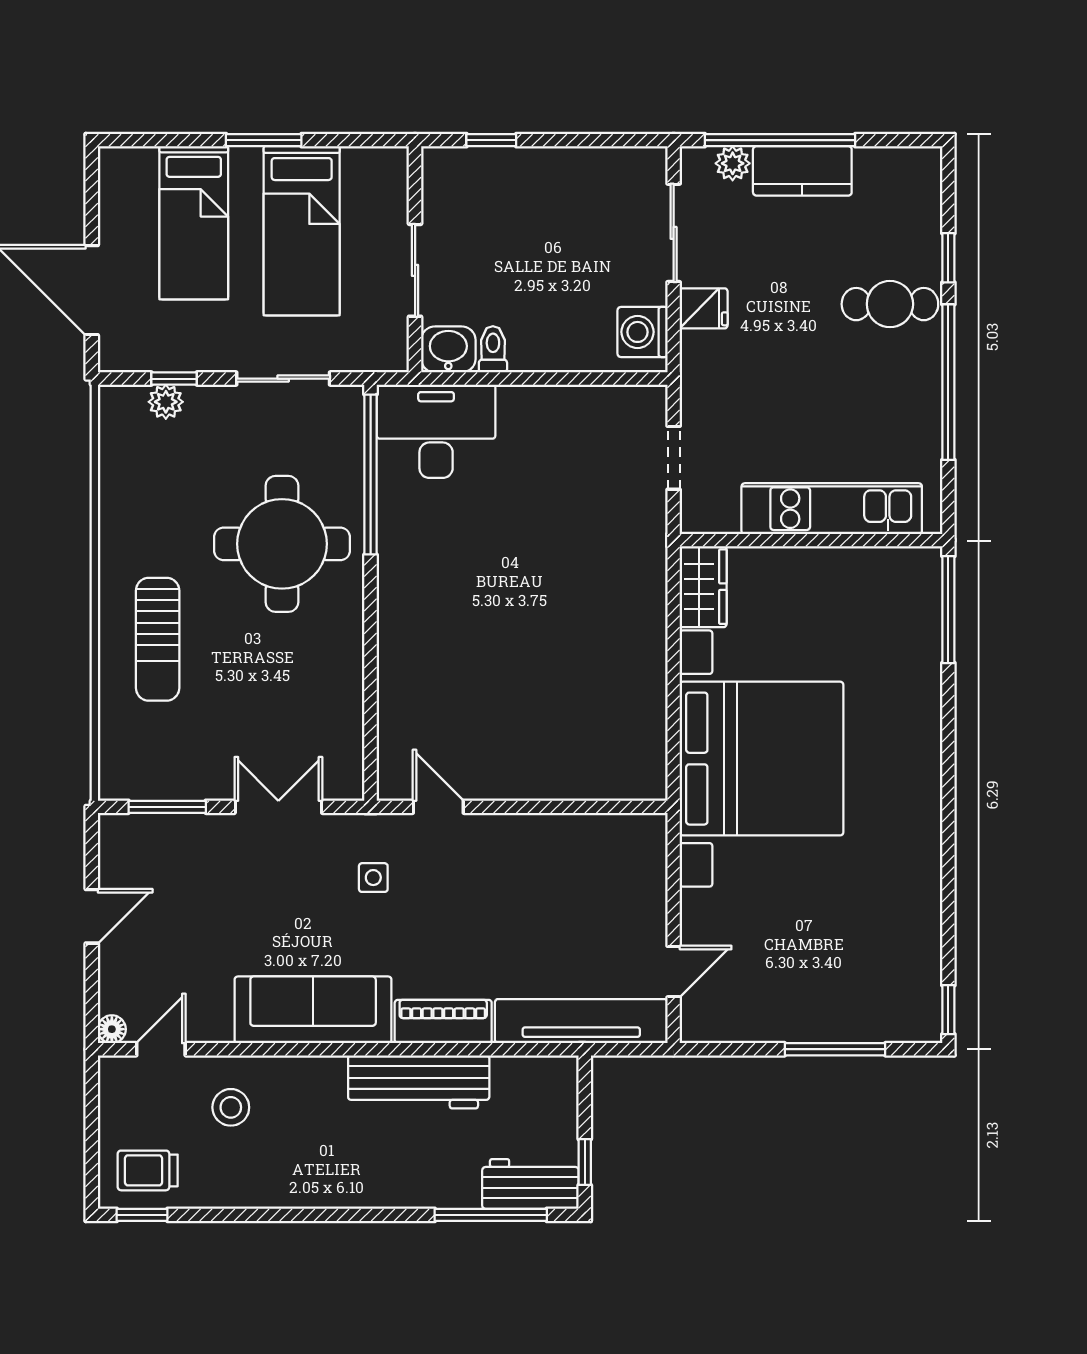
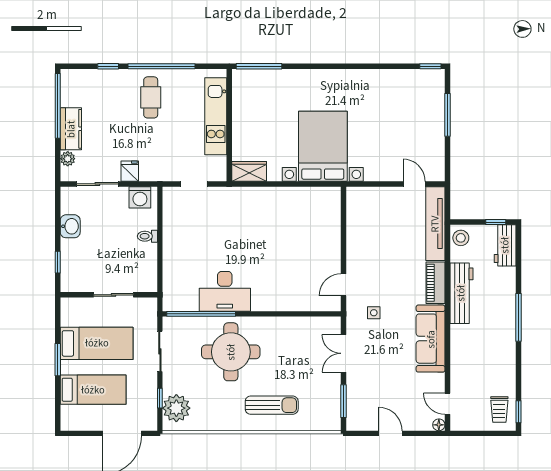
window: (780, 140) -> (58, 106), moved
cafe table: (890, 304) -> (151, 97), moved
washbasin: (448, 349) -> (70, 226), moved, turned 180
toilet: (493, 349) -> (147, 236), moved
plant: (166, 402) -> (176, 408), width x1.87, depth x1.87
desk: (436, 431) -> (225, 291), moved, turned -90
bed with nightstands: (762, 759) -> (323, 146), width x0.73
stool: (231, 1107) -> (461, 238), moved
window: (491, 1215) -> (518, 317), moved

